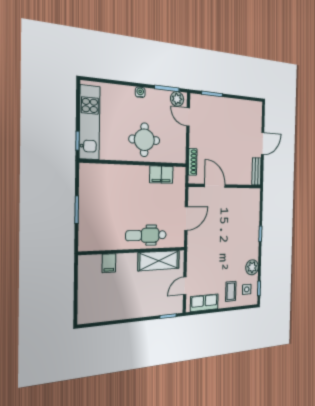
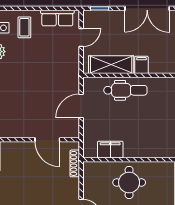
filing cabinet: (109, 263) -> (141, 65), moved
double door: (124, 321) -> (147, 8), added

